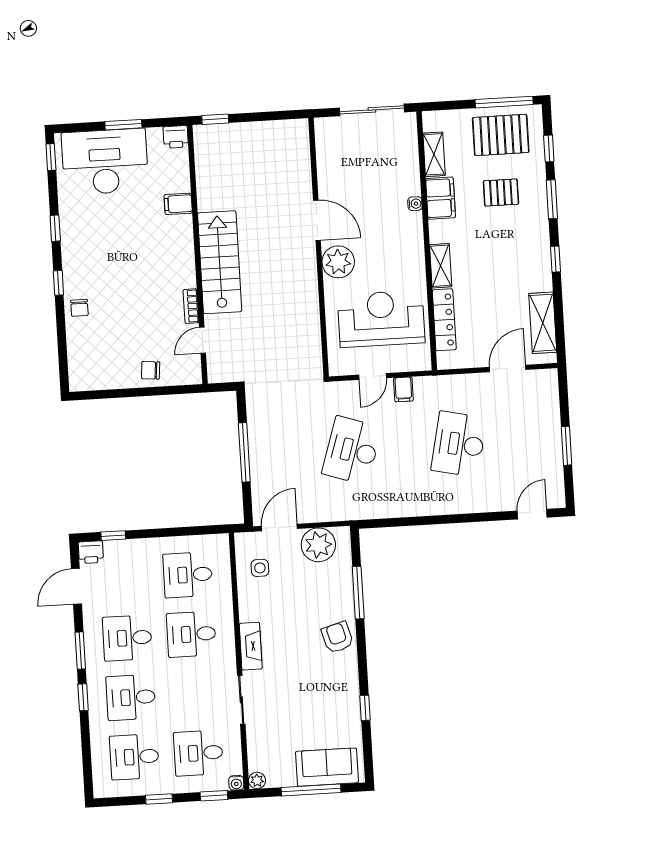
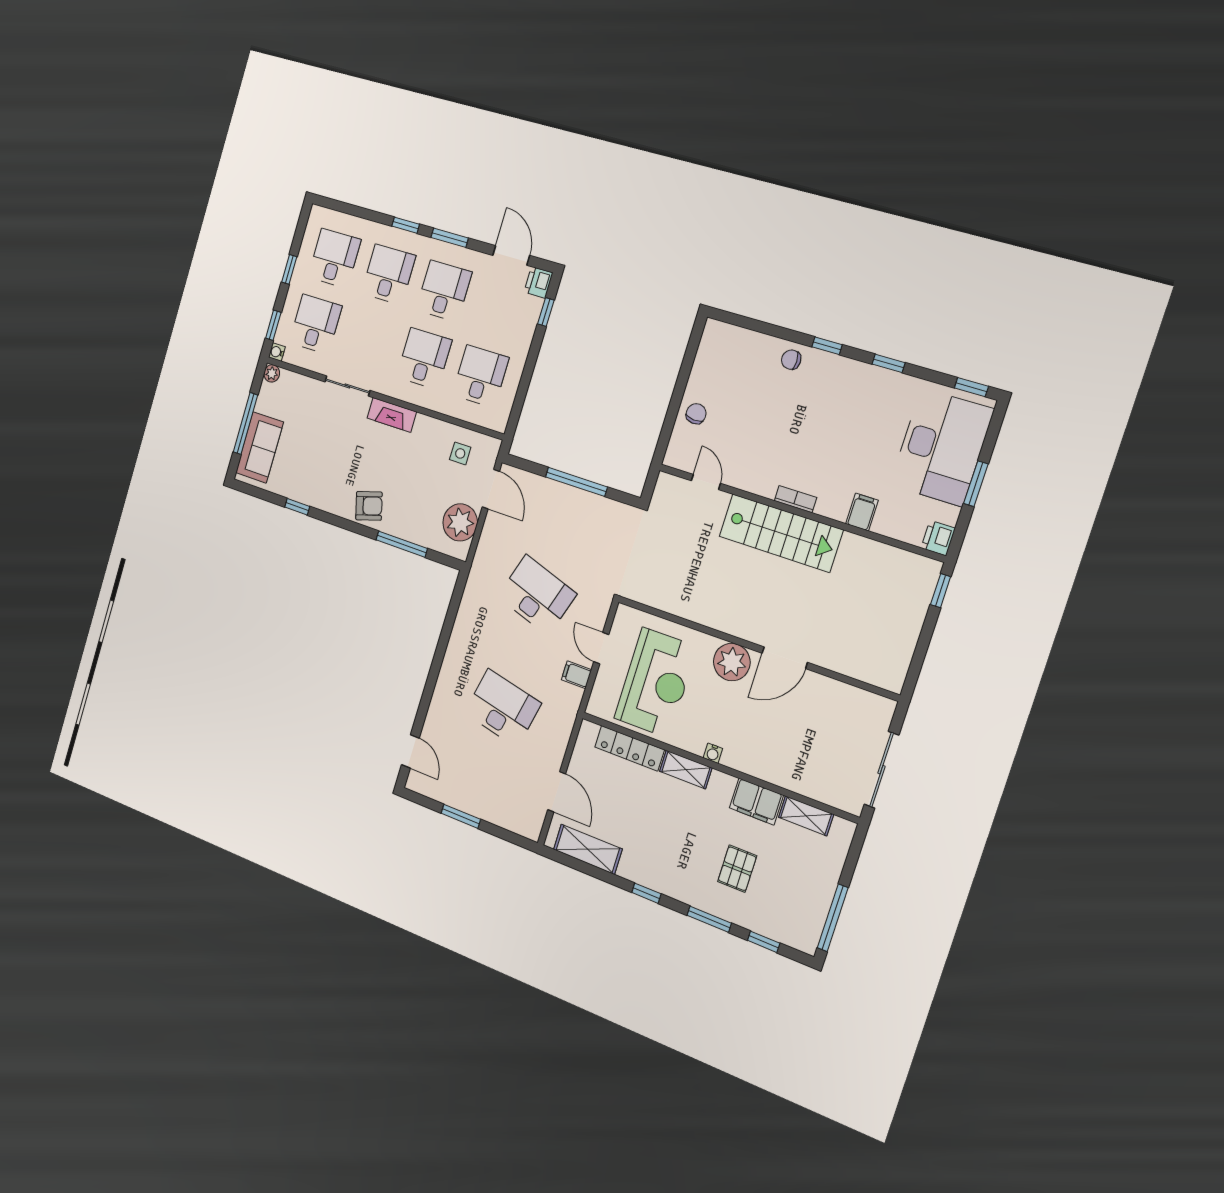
pallet: (501, 135) -> (798, 897), removed
water cooler: (415, 204) -> (713, 753), moved
bookcase: (191, 306) -> (795, 499), moved

